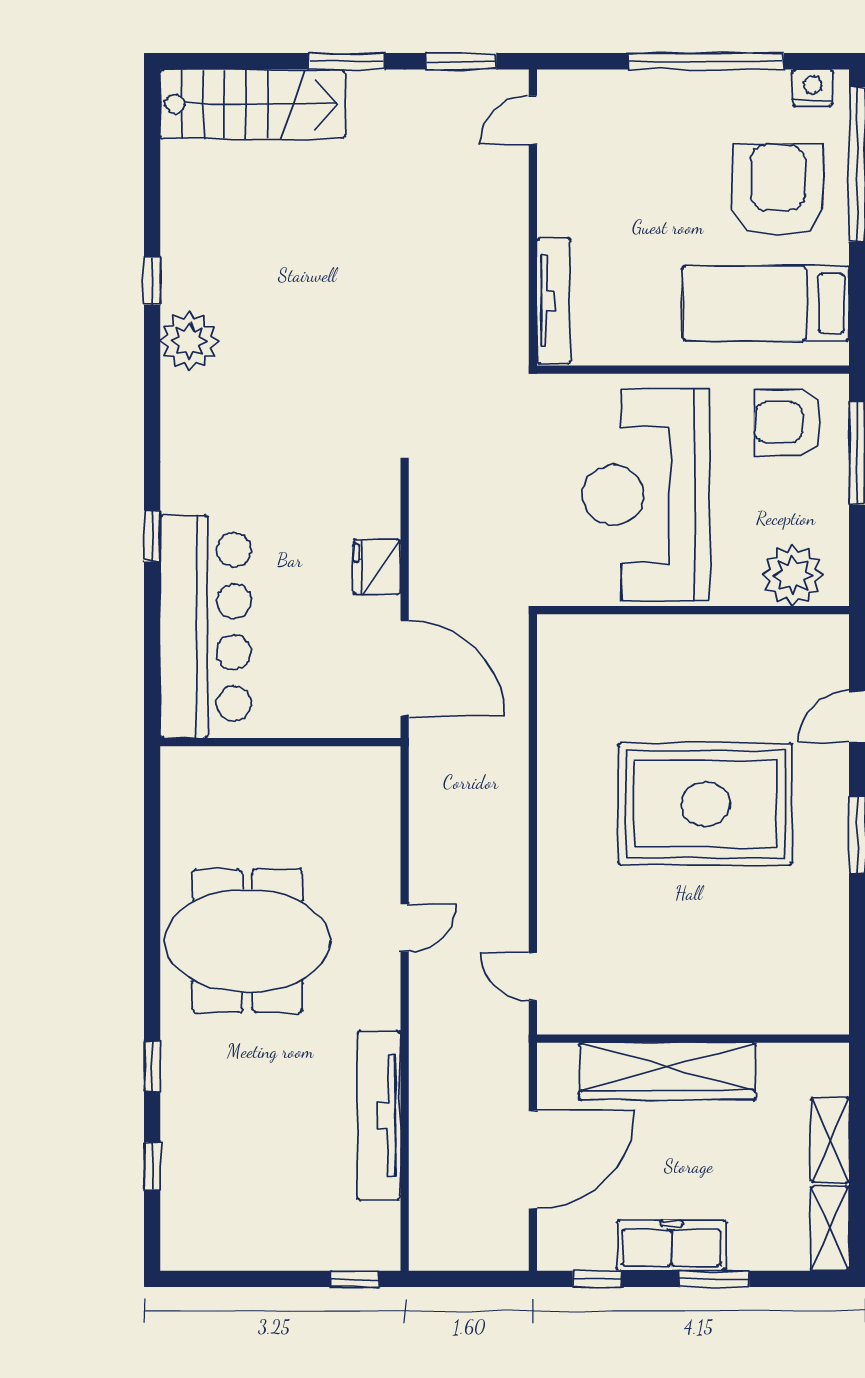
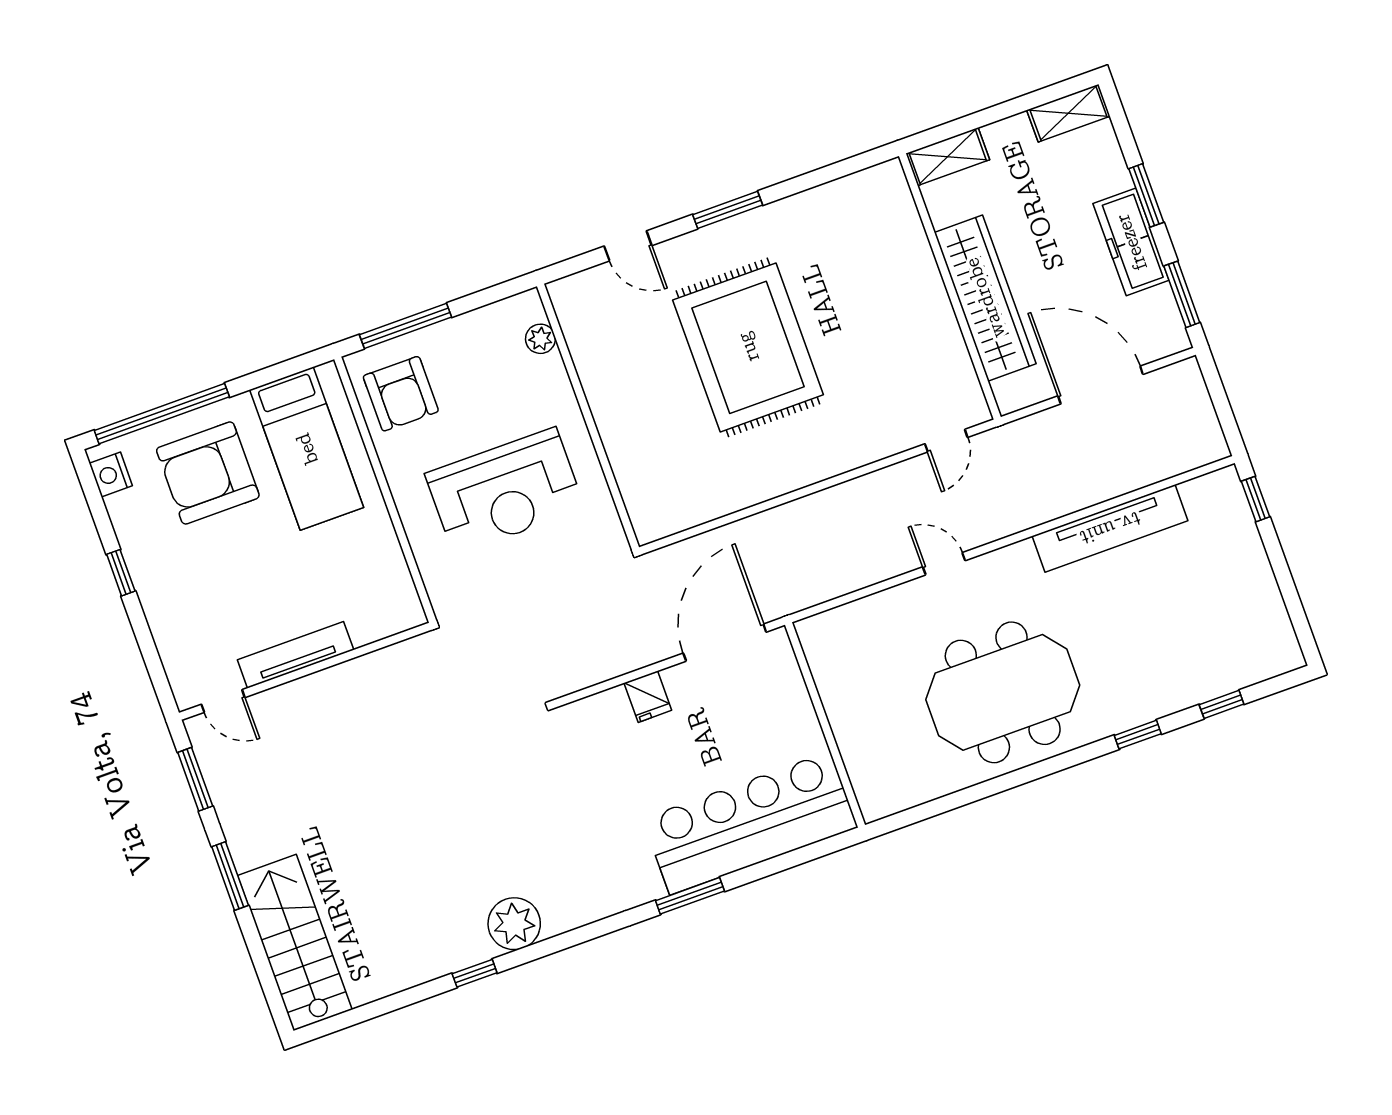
window: (706, 61) -> (121, 573), width x0.32
tv unit: (554, 301) -> (296, 655), moved
reception desk: (646, 495) -> (505, 491), width x0.74, depth x0.77
window: (152, 536) -> (690, 896), width x1.50
fridge: (377, 567) -> (648, 697), width x0.72
plant: (793, 575) -> (540, 339), width x0.53, depth x0.53
meeting table: (247, 941) -> (1003, 692), turned 90
shelving: (830, 1140) -> (948, 157), moved
window: (597, 1279) -> (1182, 294), width x1.50

